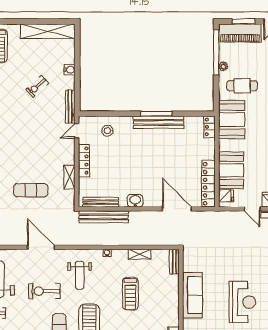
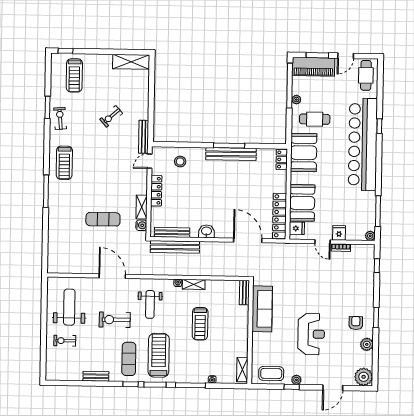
shelving: (48, 31) -> (131, 62), width x0.68
water cooler: (69, 70) -> (141, 225), moved
shelving: (139, 254) -> (194, 284), moved
sofa: (193, 295) -> (262, 309), moved

